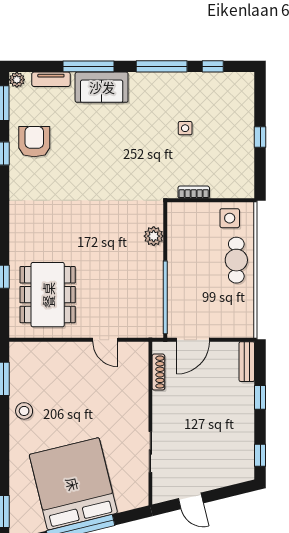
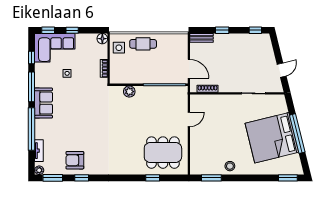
window: (88, 66) -> (32, 129), width x1.46
sofa: (102, 87) -> (44, 103), moved
window: (260, 95) -> (48, 30), added
corner sofa: (230, 107) -> (55, 48), added
floor lamp: (245, 189) -> (102, 39), added

